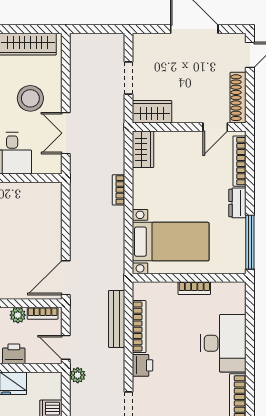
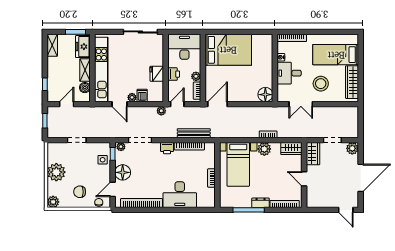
plant: (143, 44) -> (352, 148), added
shoe rack: (238, 98) -> (321, 203), removed
door: (215, 127) -> (304, 179), moved
double door: (66, 133) -> (301, 104), swing flipped
floor lamp: (49, 195) -> (265, 95), added
plant: (144, 196) -> (264, 149), added
window: (250, 242) -> (249, 210), moved
door: (66, 278) -> (217, 104), hinge flipped

